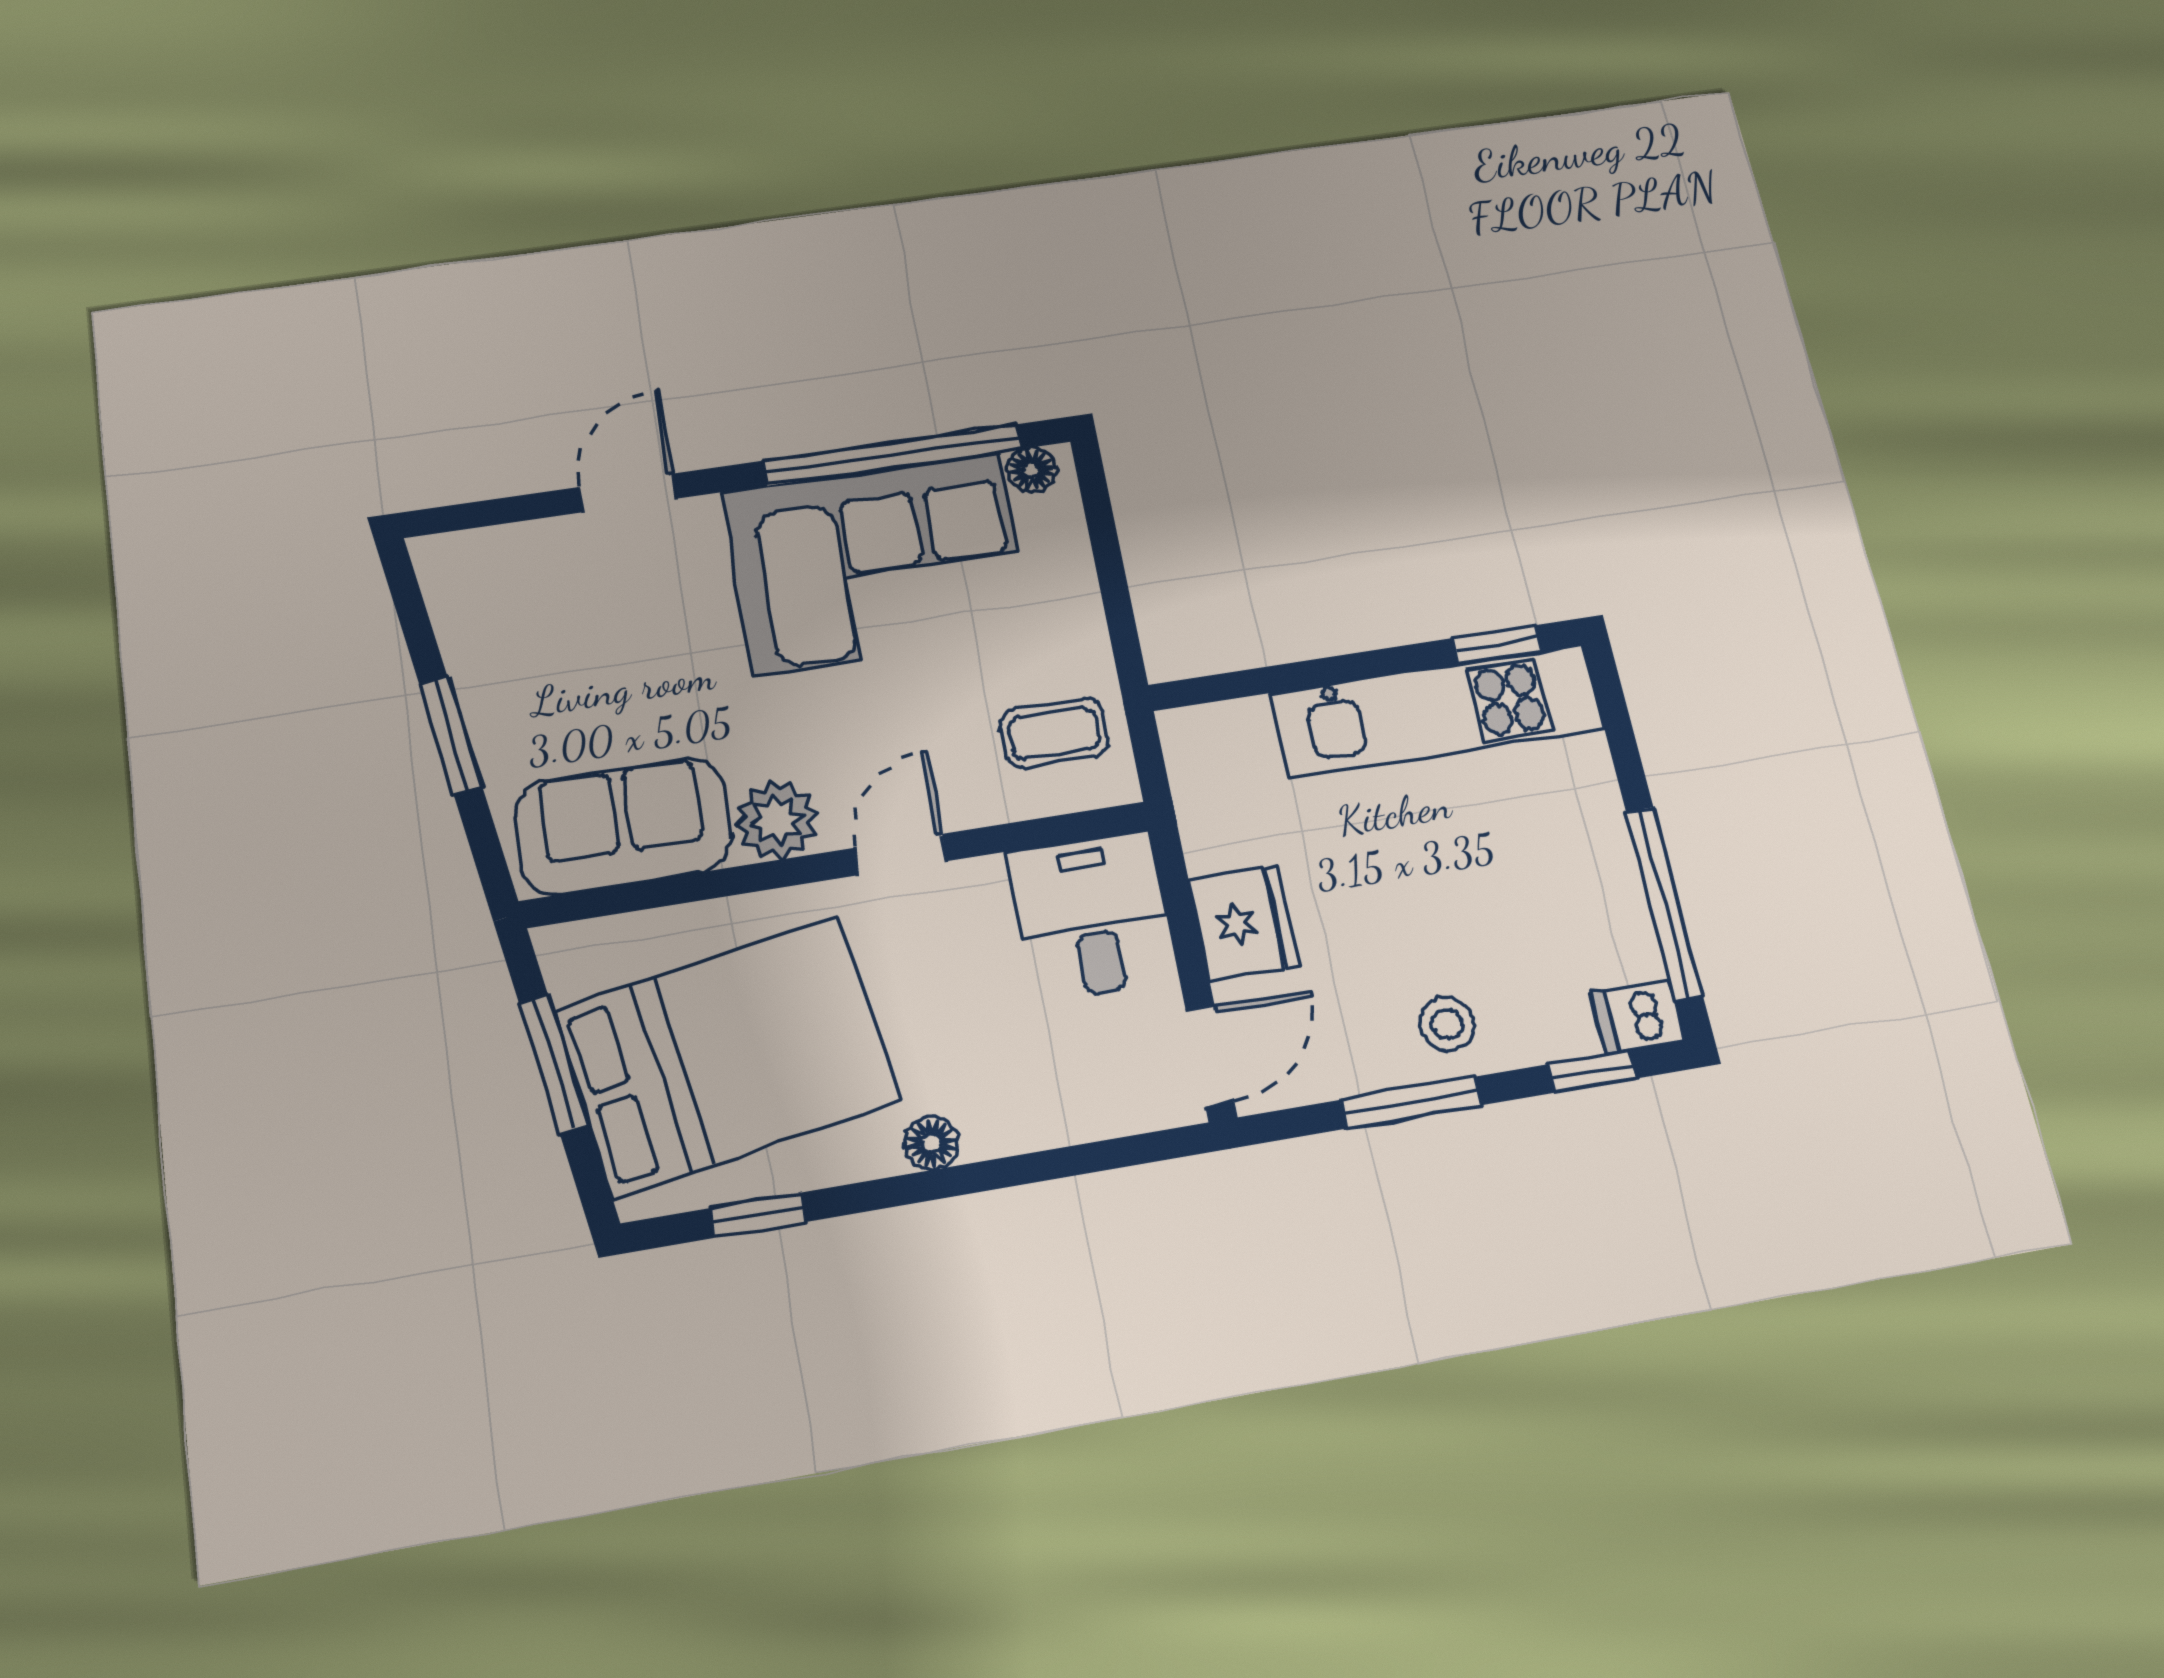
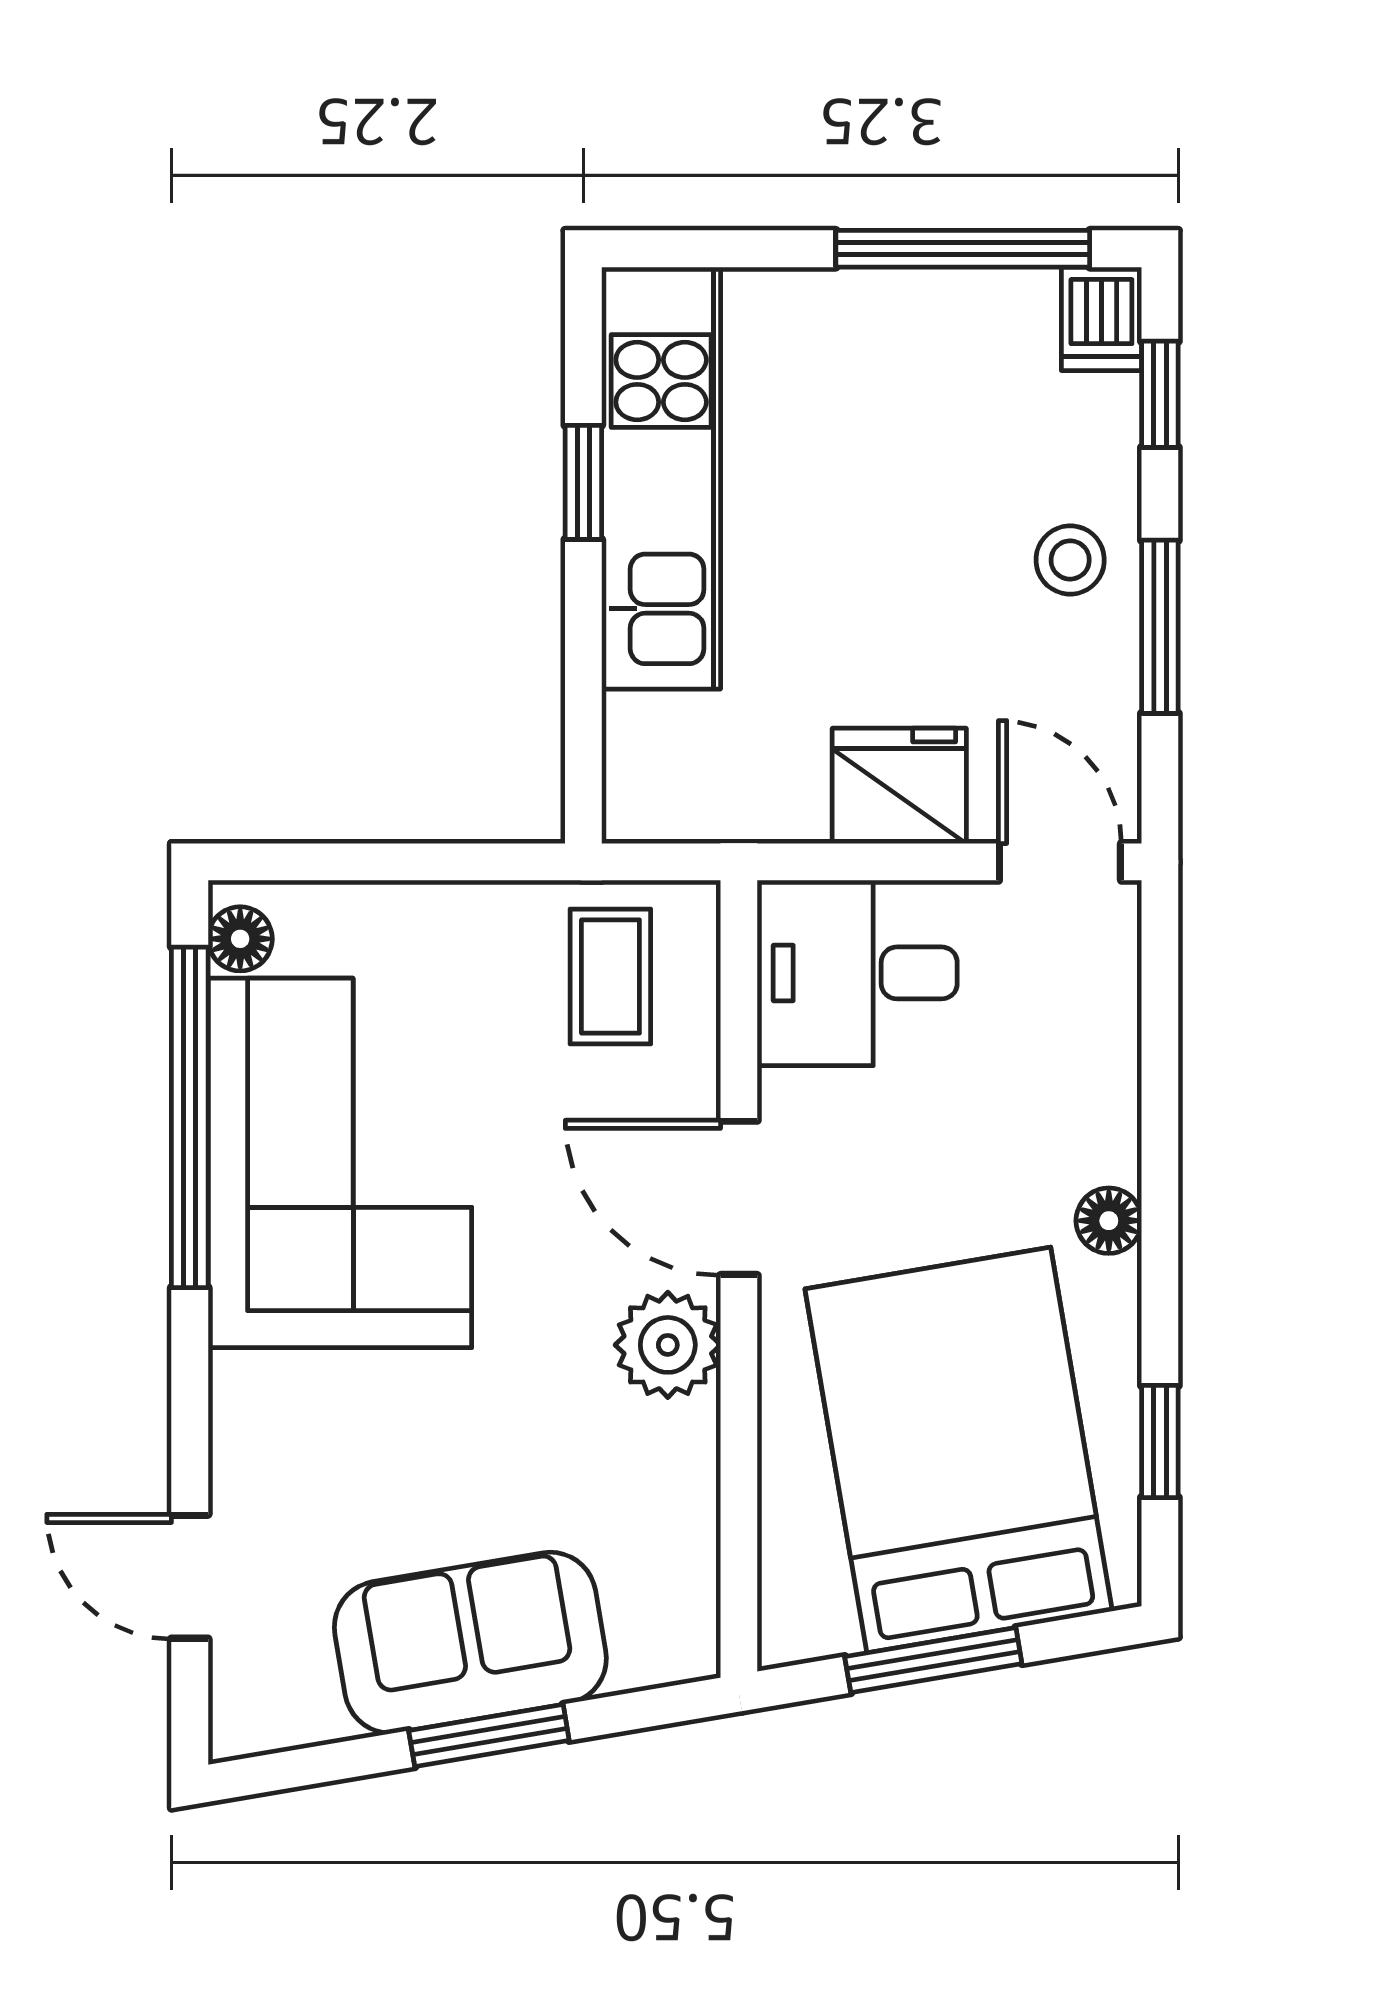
door: (628, 493) -> (190, 1577), moved
window: (1497, 644) -> (583, 482), moved
sofa: (623, 826) -> (470, 1643), moved, turned 80
door: (900, 854) -> (739, 1198), width x1.38

